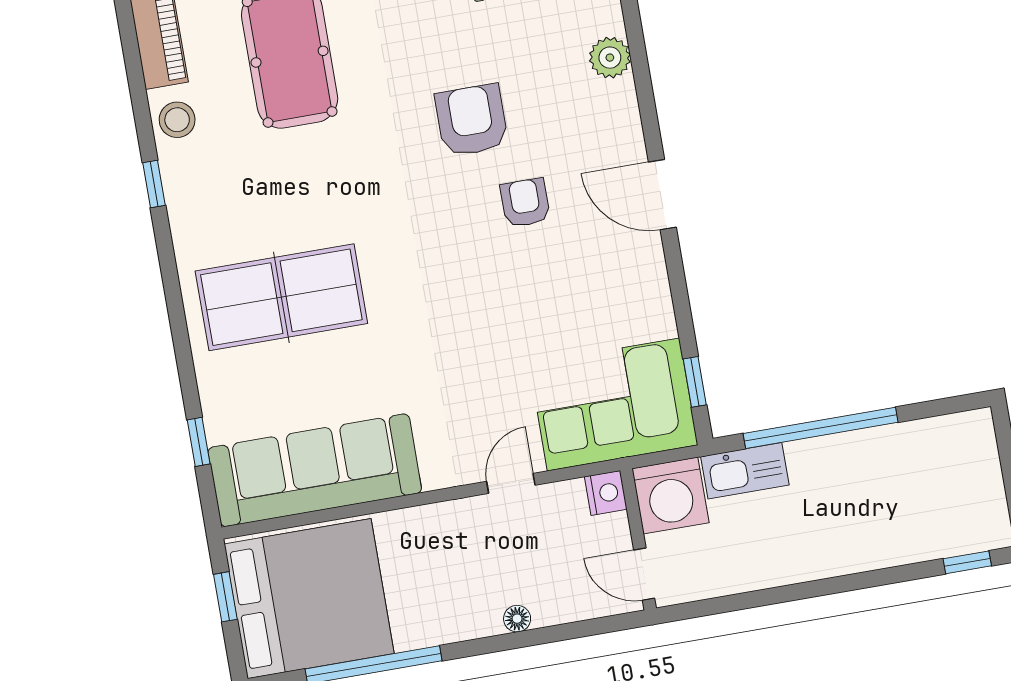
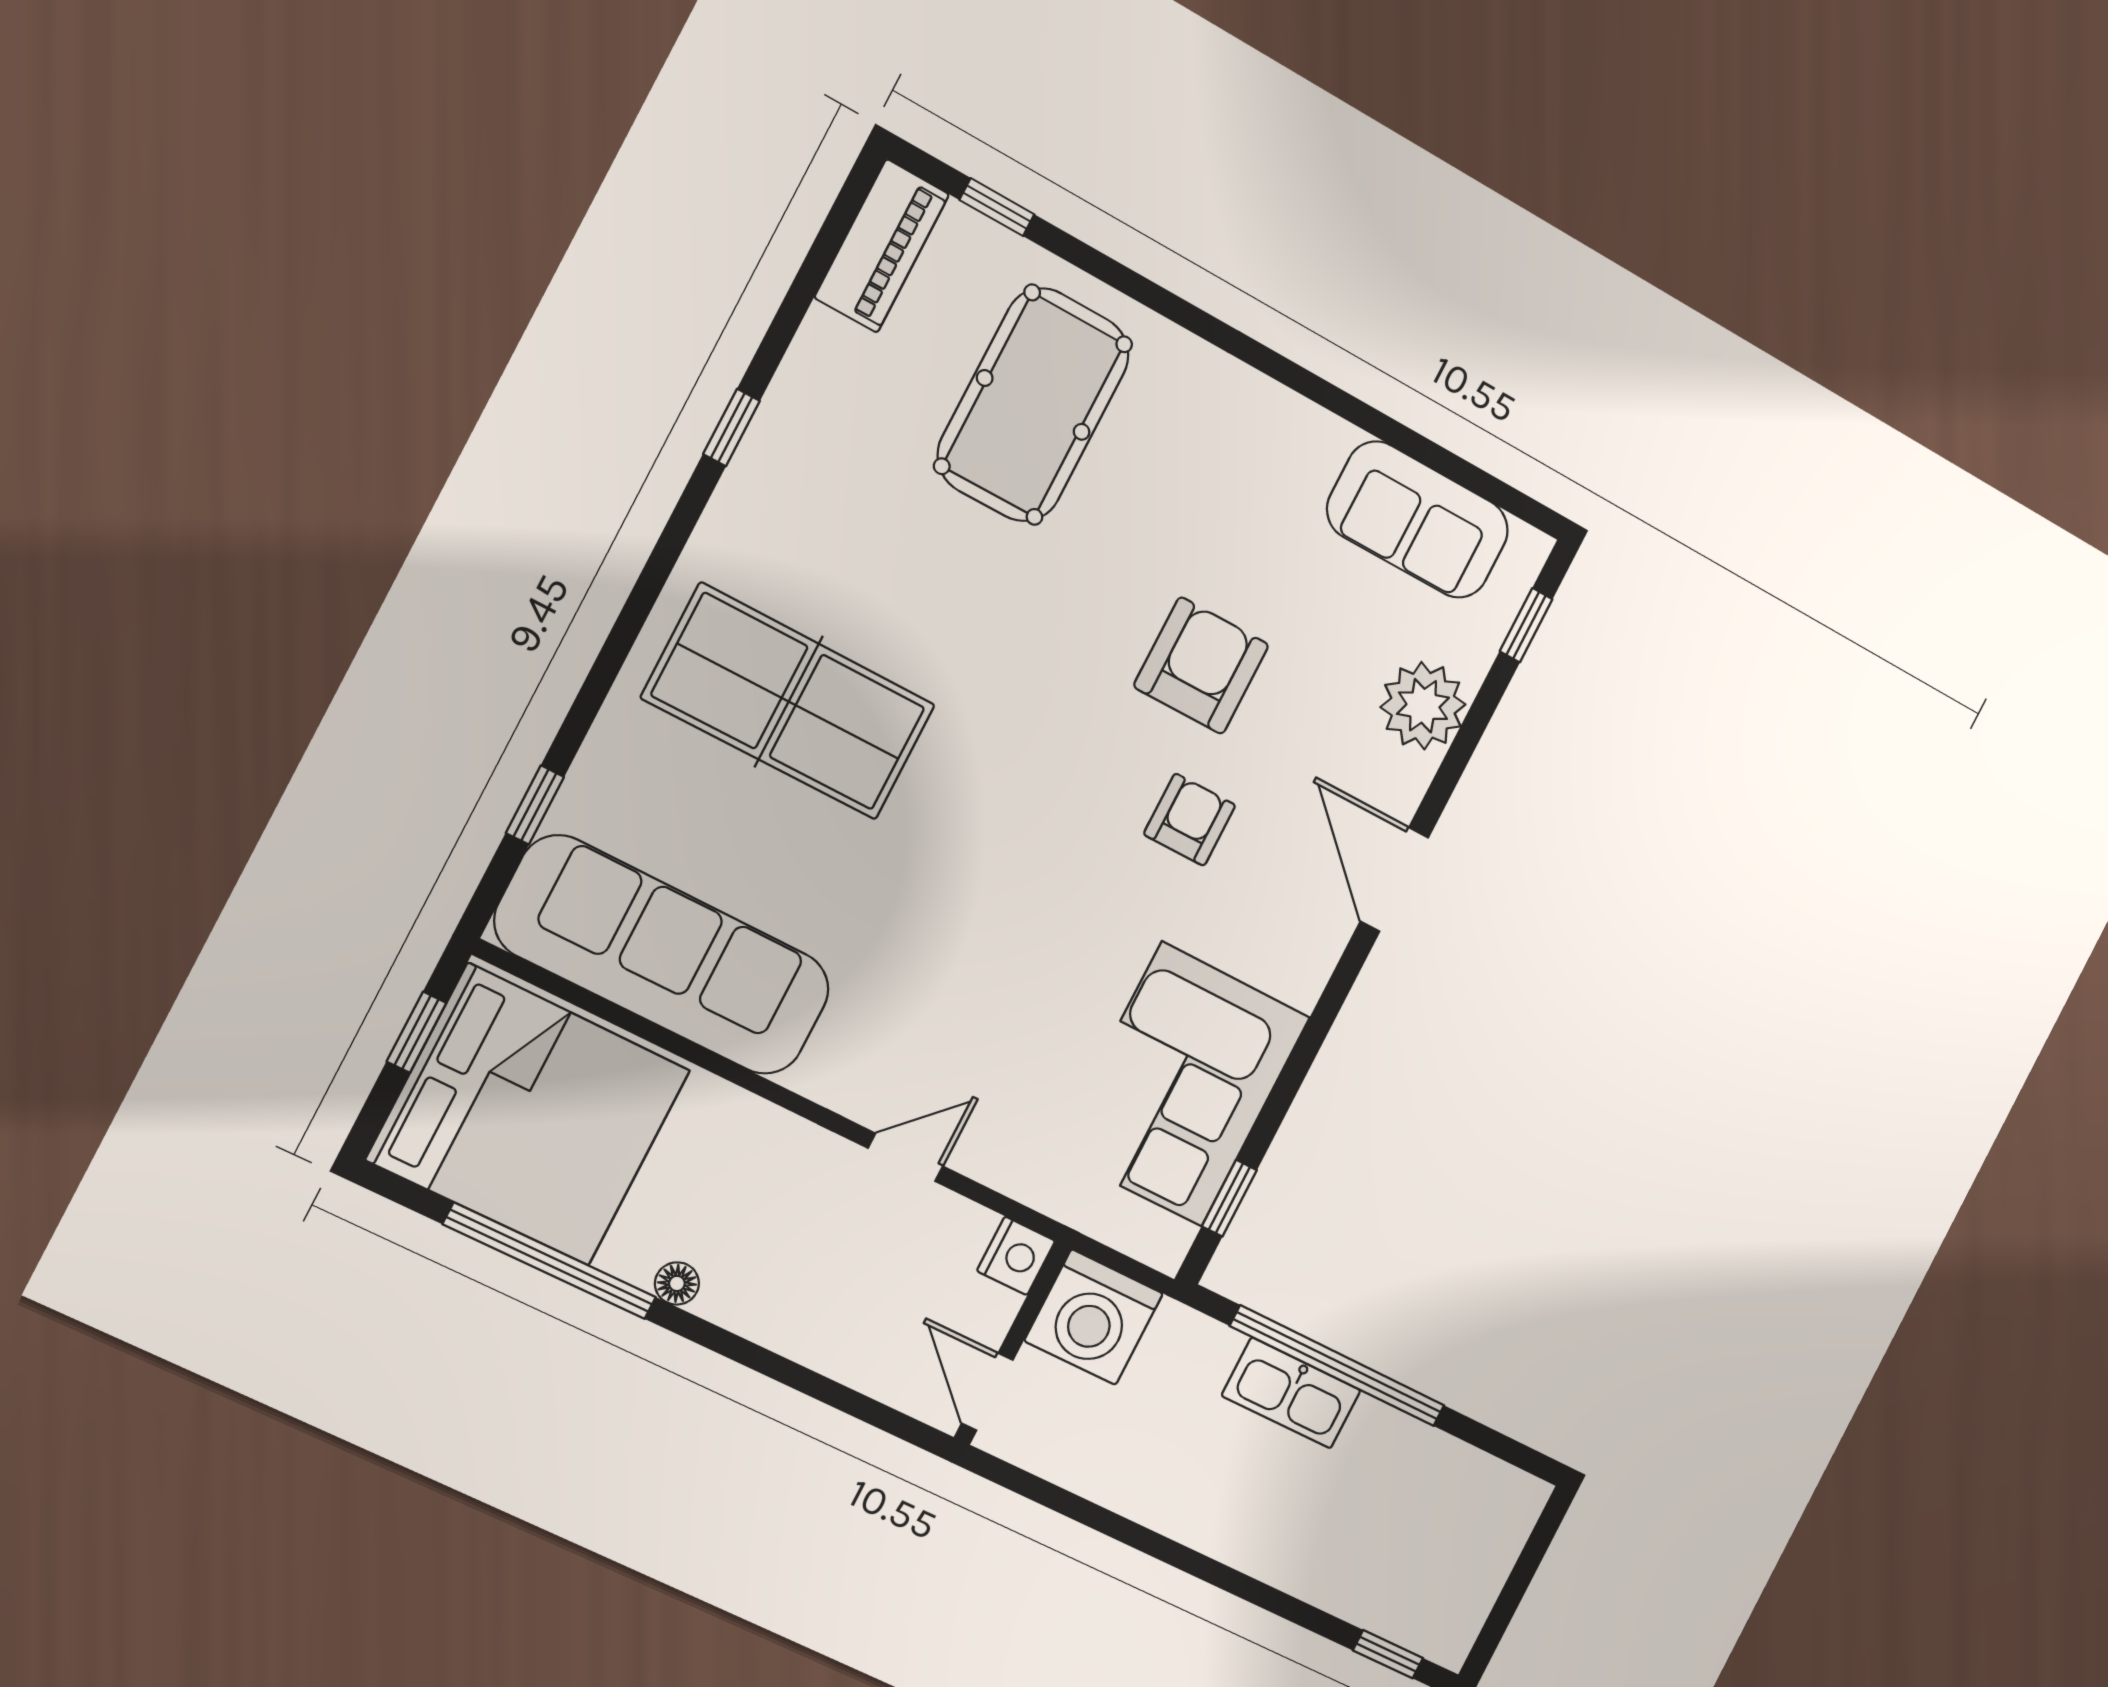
plant: (610, 58) -> (1423, 706), width x1.36, depth x1.36
stool: (177, 120) -> (826, 369), removed
door: (662, 195) -> (1394, 880), moved
corner sofa: (613, 405) -> (1182, 1084), moved, turned -90
kitchen sink: (745, 471) -> (1291, 1393), moved
floor lamp: (517, 619) -> (677, 1283), moved

